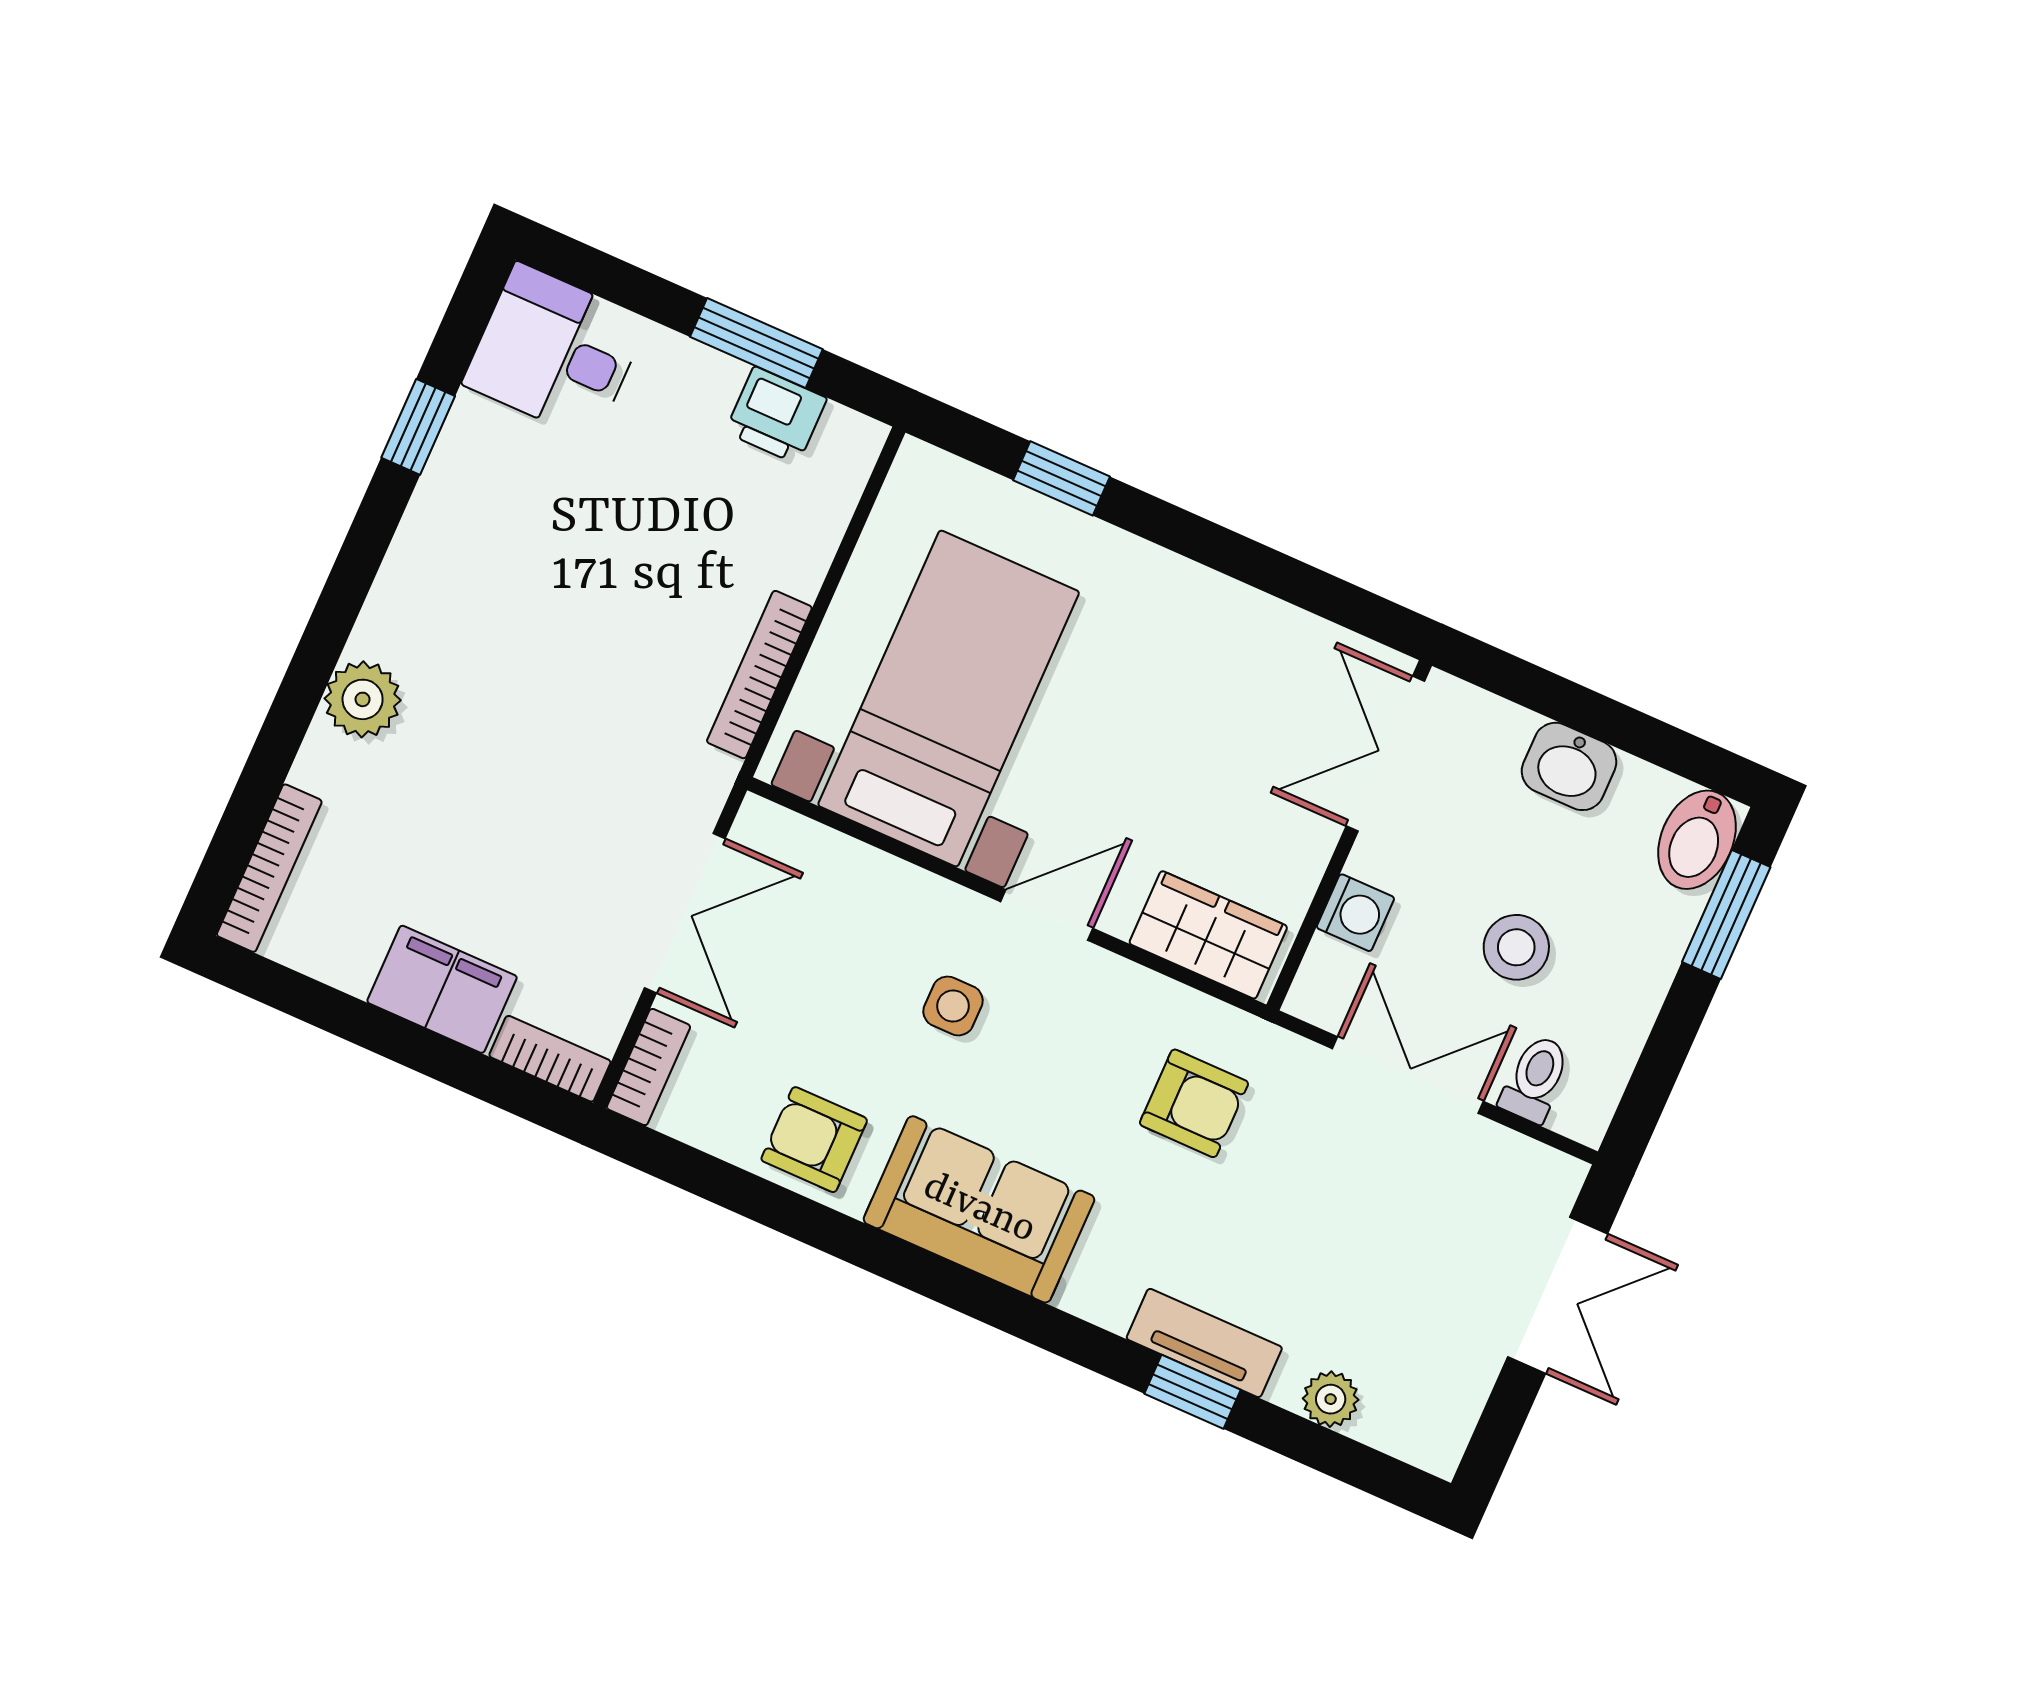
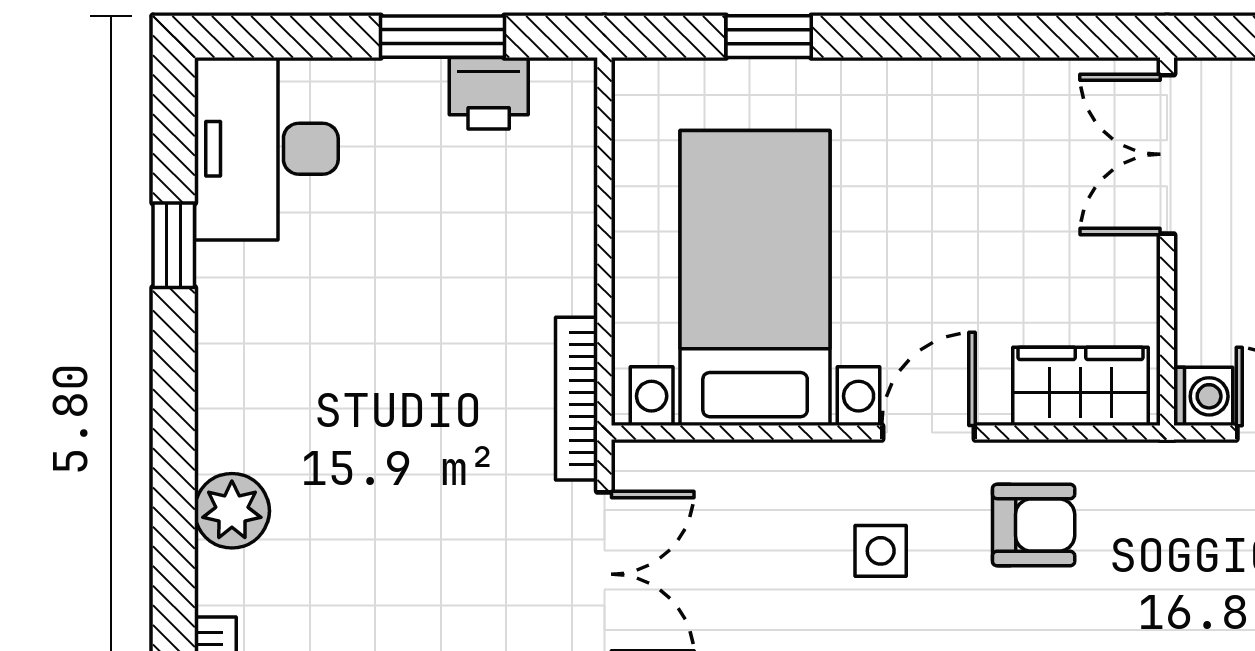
desk: (555, 352) -> (266, 149), width x1.37
bookcase: (759, 675) -> (577, 399), moved
washing machine: (1355, 913) -> (1203, 396), moved
armchair: (1194, 1103) -> (1034, 525), moved

